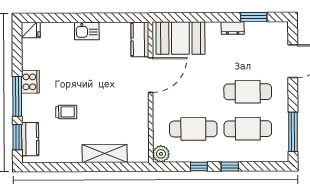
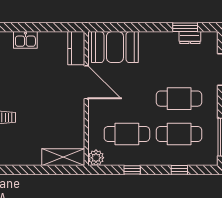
dresser: (233, 28) -> (190, 38), moved
door: (151, 75) -> (86, 82), hinge flipped
shelving: (105, 154) -> (63, 157), moved
window: (230, 166) -> (179, 170), moved

